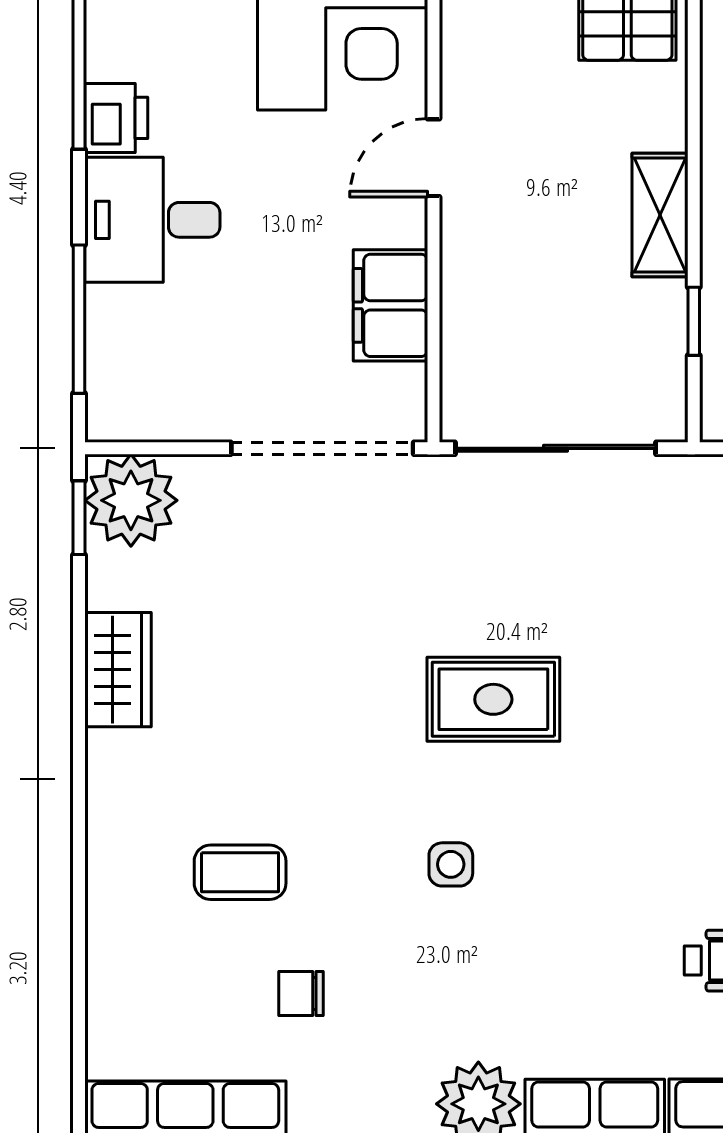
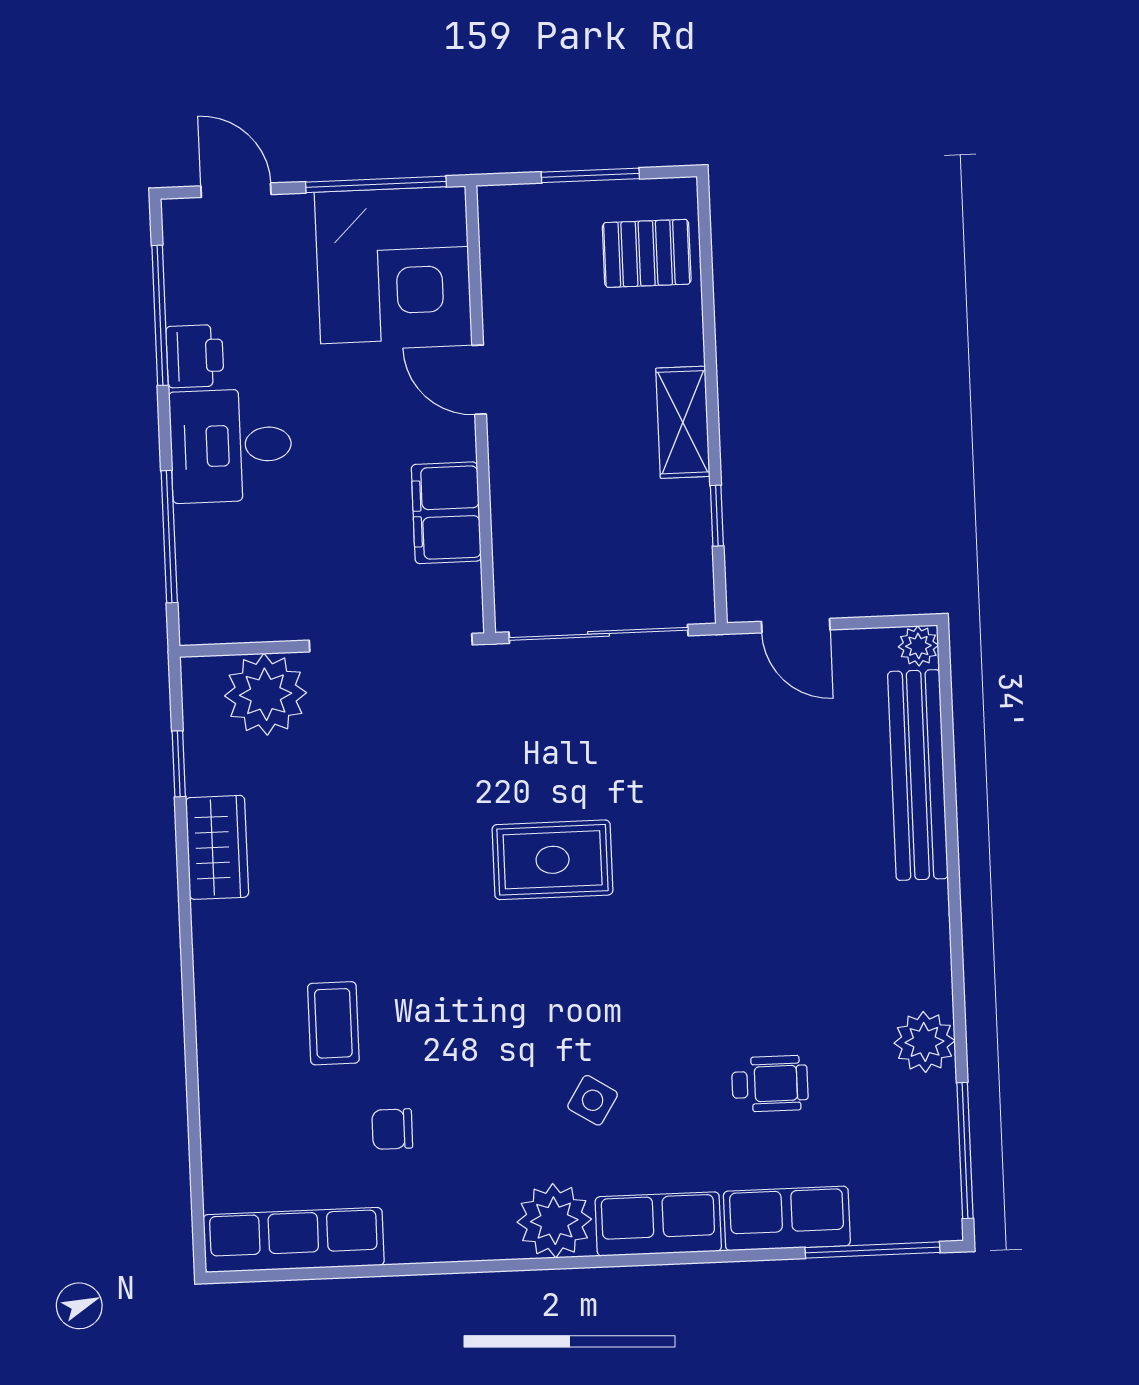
door: (434, 158) -> (479, 380), hinge flipped
plant: (131, 500) -> (266, 694), moved
window: (79, 518) -> (179, 764), moved
side table: (451, 864) -> (593, 1100), moved, turned 32
coffee table: (240, 872) -> (333, 1023), turned 90

